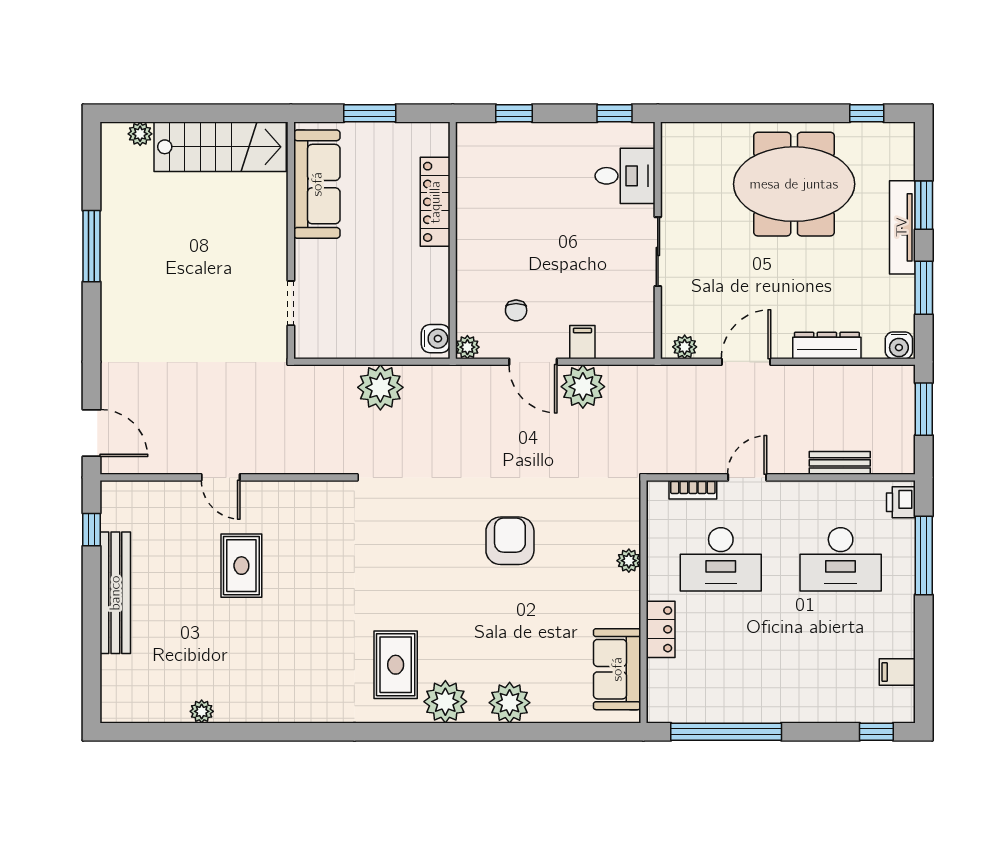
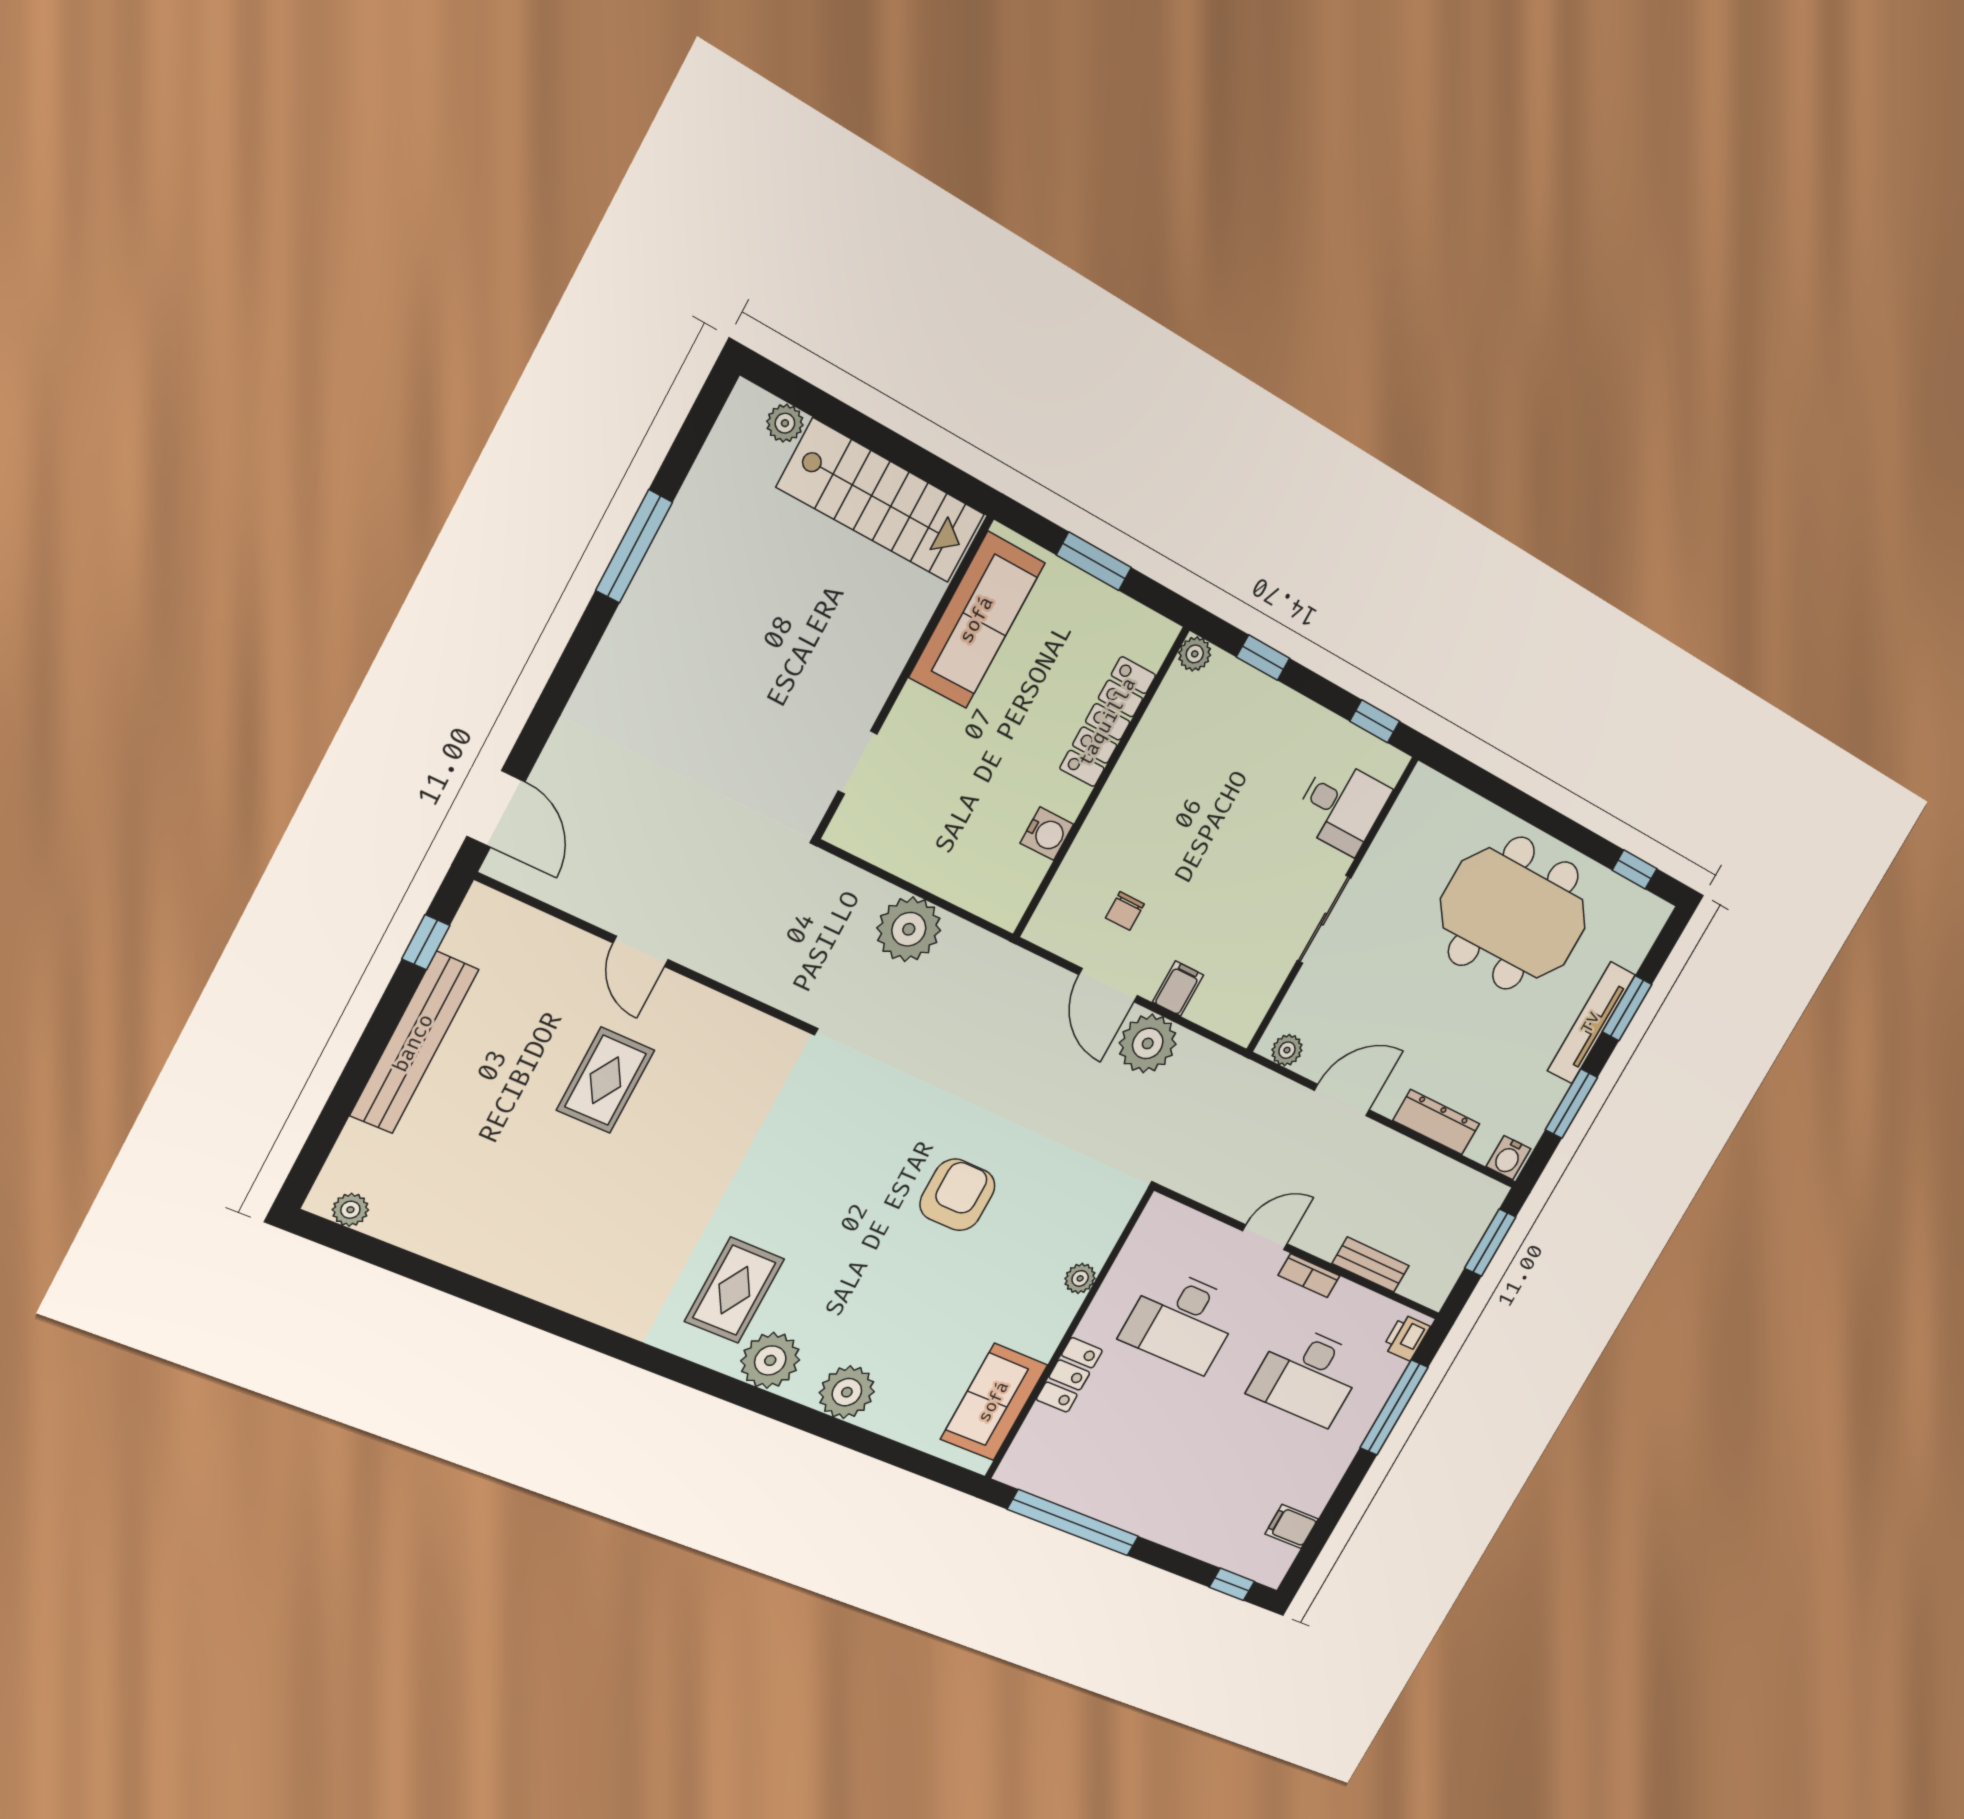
water cooler: (436, 339) -> (1047, 834), moved
plant: (467, 347) -> (1195, 654), moved
bookcase: (693, 490) -> (1309, 1276), moved
plant: (202, 711) -> (350, 1210), moved

